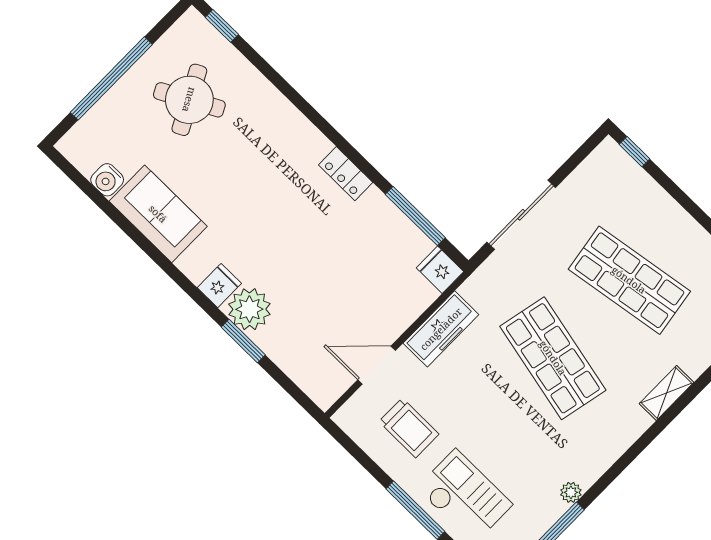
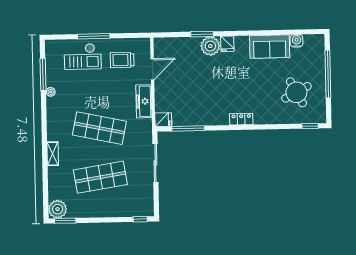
locker: (346, 174) -> (241, 119), moved

